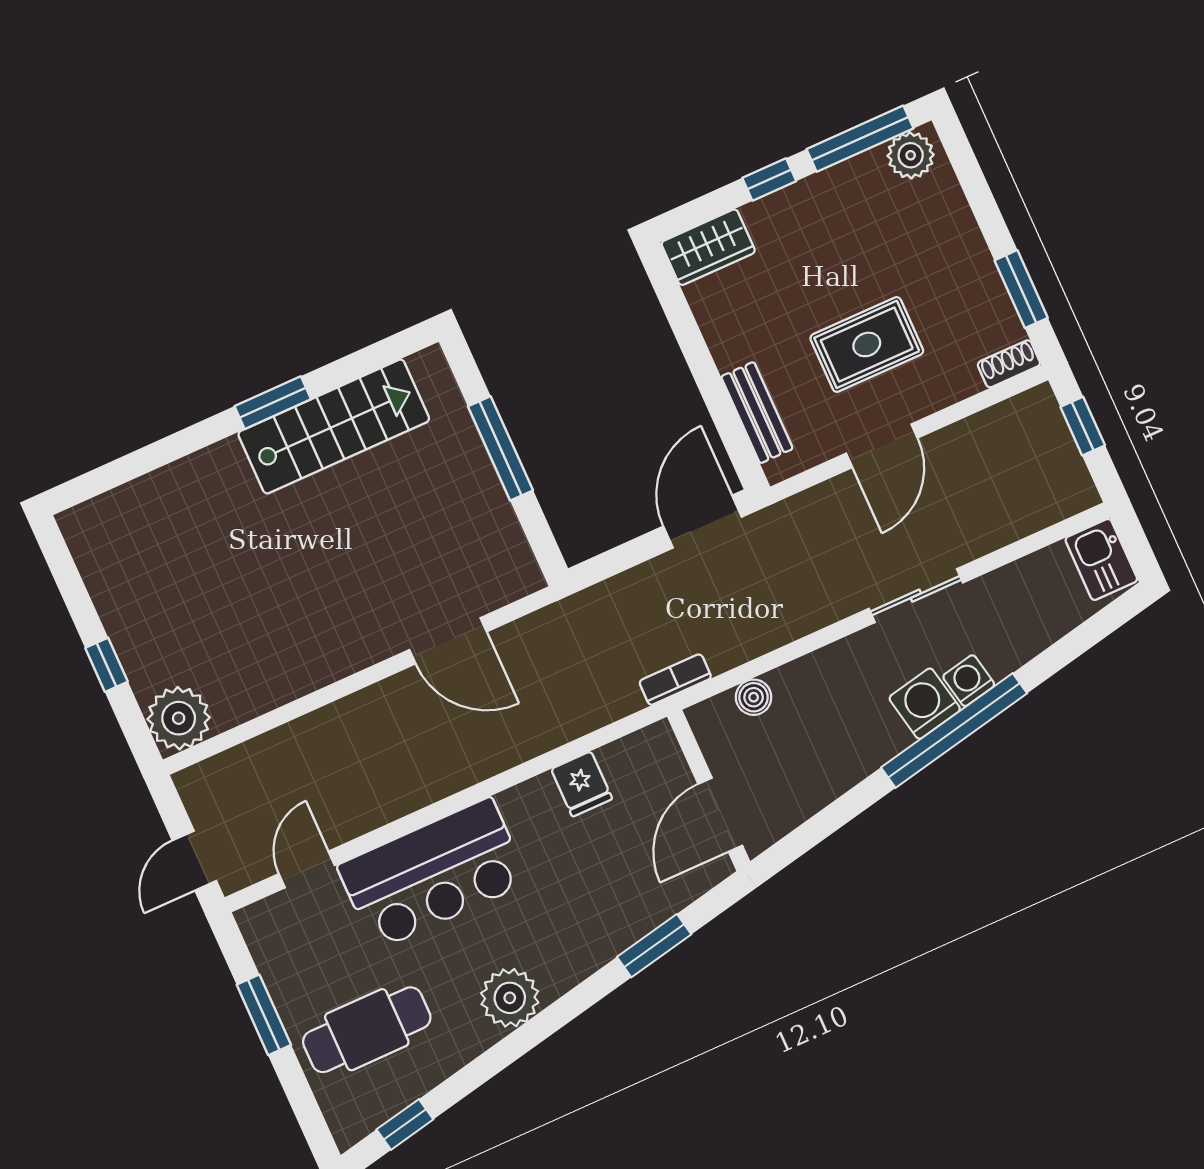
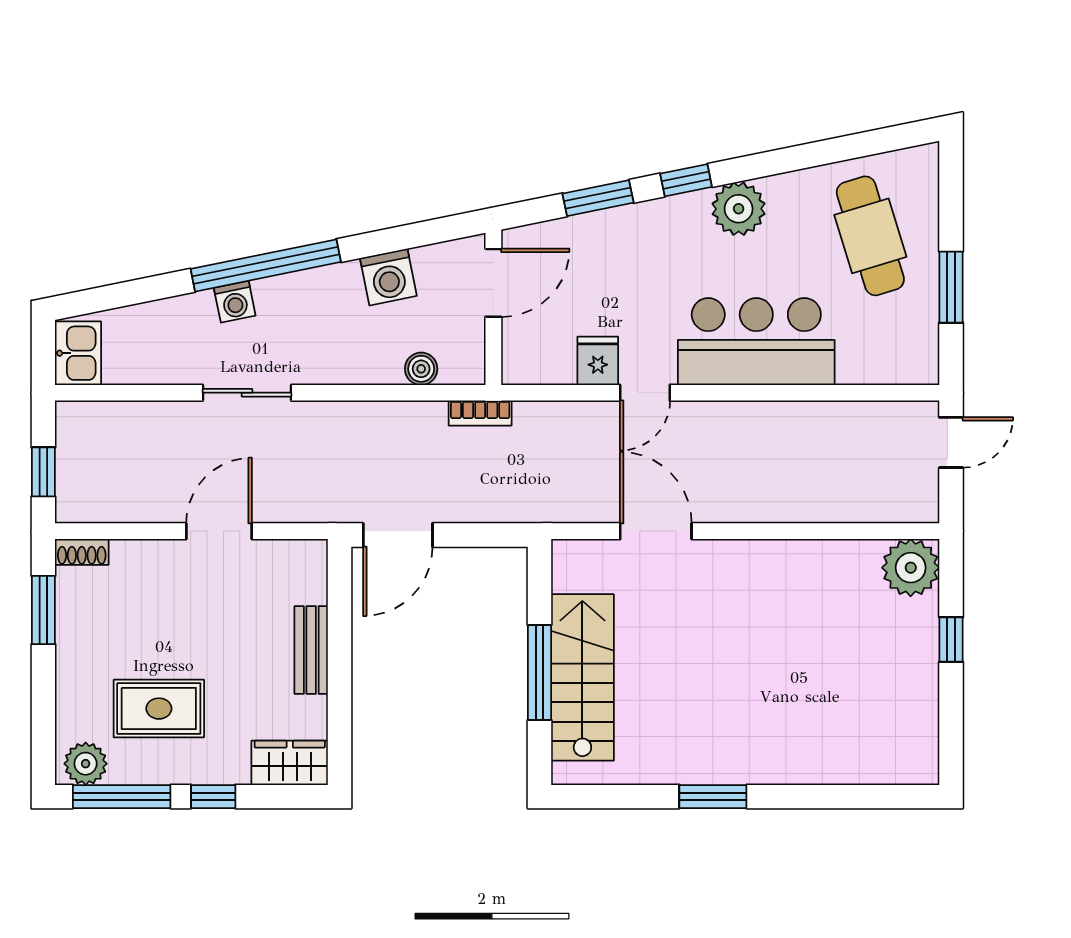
rug: (867, 344) -> (159, 709), moved
bench: (757, 413) -> (311, 650), moved
stairs: (334, 426) -> (582, 677), moved, turned 90
washing machine: (925, 704) -> (388, 277), moved
door: (307, 869) -> (645, 393), moved
cafe table: (367, 1030) -> (870, 236), turned 73
window: (405, 1124) -> (686, 180), moved

